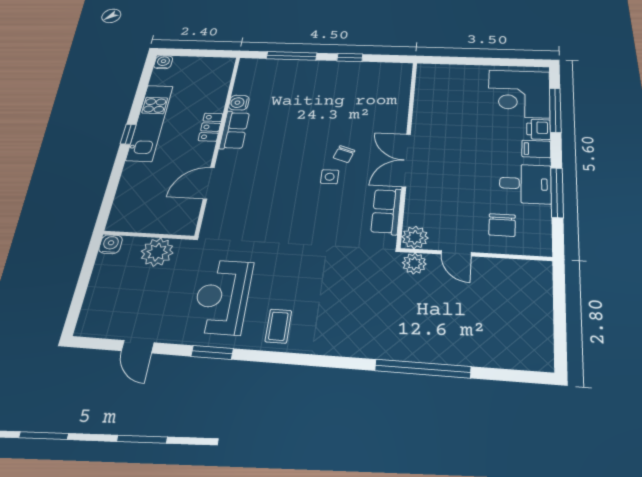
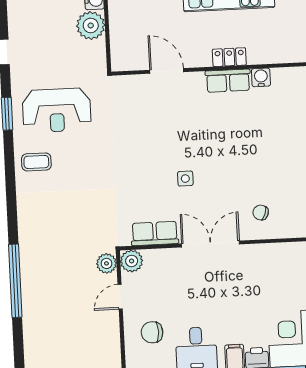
chair: (344, 154) -> (261, 213), moved
plant: (157, 252) -> (91, 25), moved
reception desk: (222, 297) -> (57, 110), turned 180

